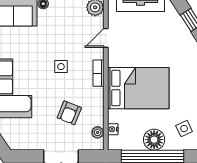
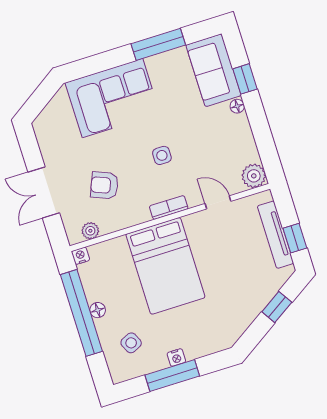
nightstand: (113, 129) -> (81, 256), moved
floor lamp: (154, 140) -> (98, 310), width x0.53, depth x0.53

